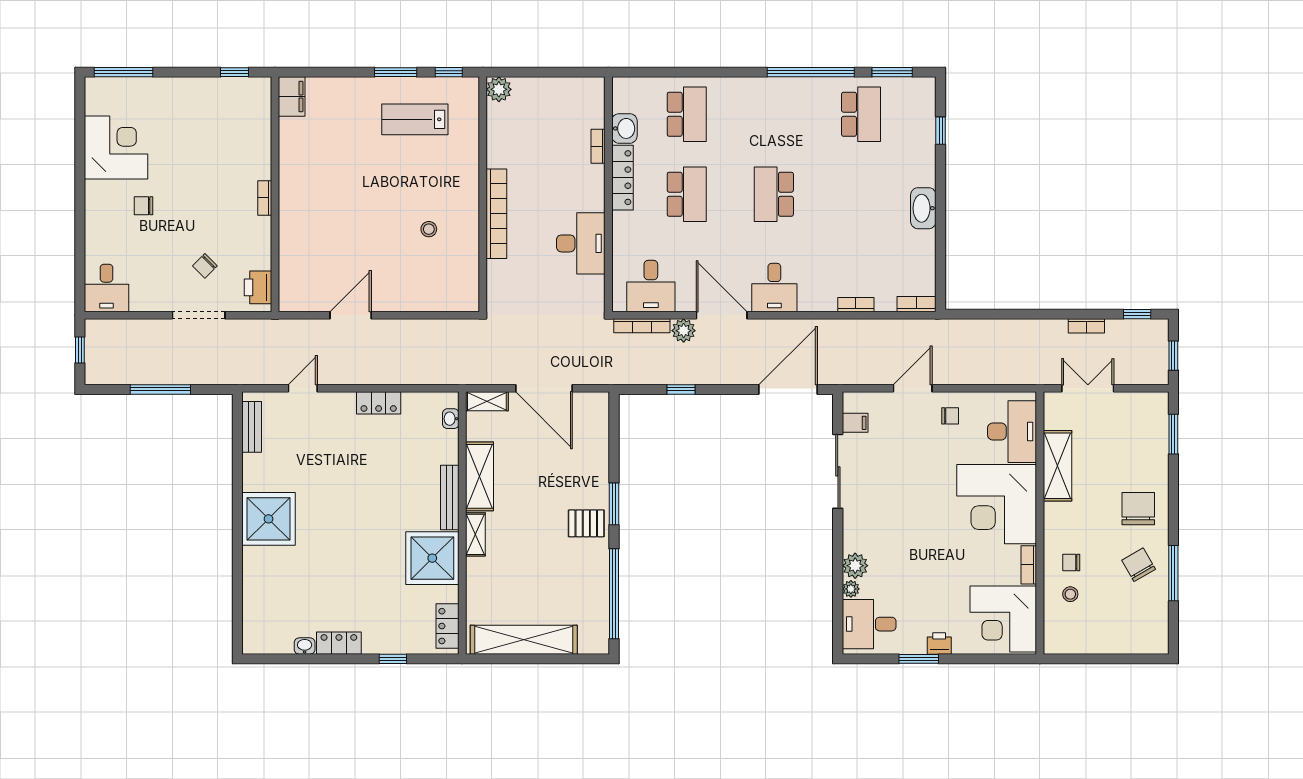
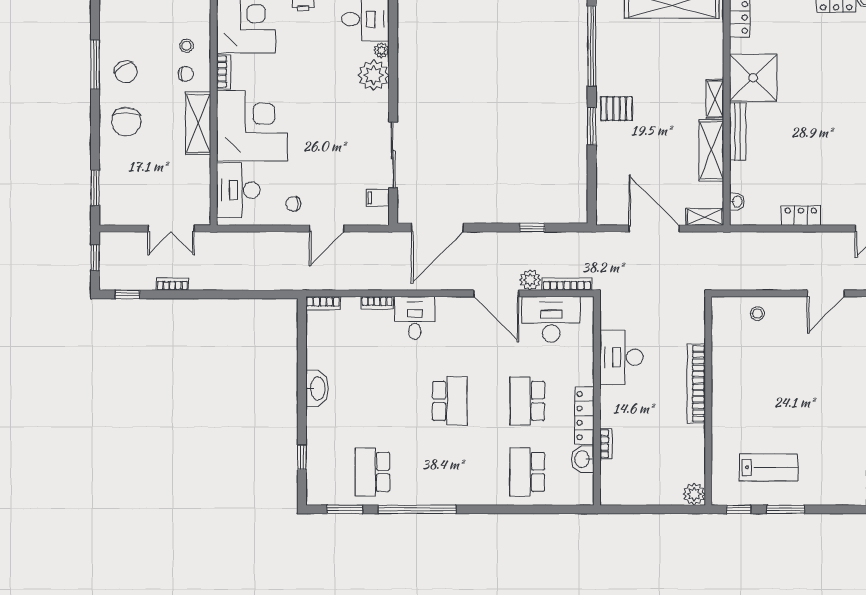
stool: (429, 229) -> (757, 313), moved
desk: (651, 286) -> (551, 319), width x1.37
desk: (774, 288) -> (415, 318), moved
shelving: (1057, 466) -> (198, 123), moved
plant: (855, 566) -> (374, 75), width x1.36, depth x1.36

